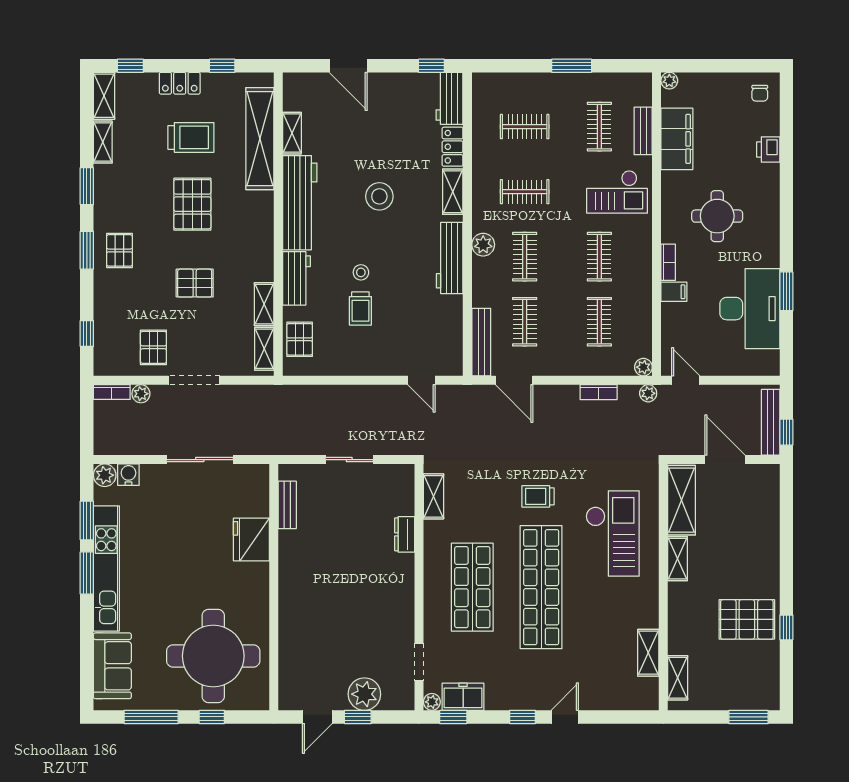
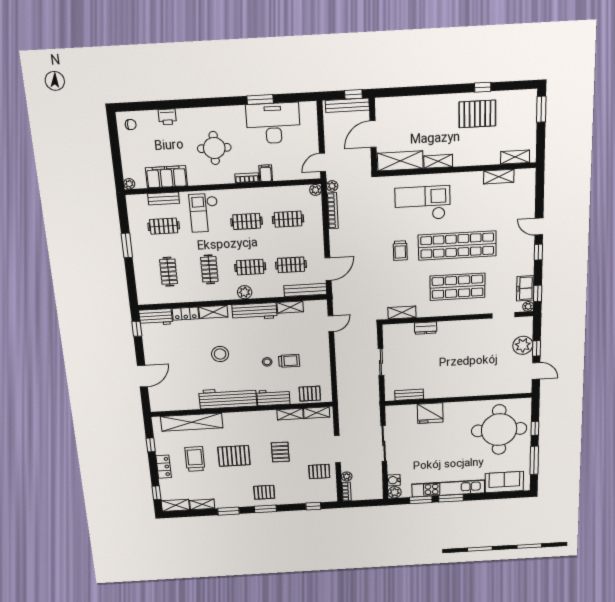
shelving: (292, 133) -> (290, 307), moved
checkout: (617, 192) -> (204, 213), turned 180
bookcase: (599, 392) -> (333, 211), width x1.56
pallet: (747, 619) -> (477, 114), turned 90

